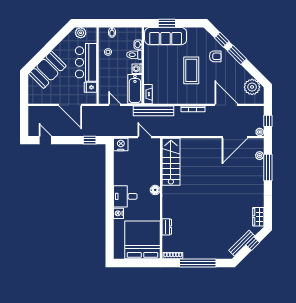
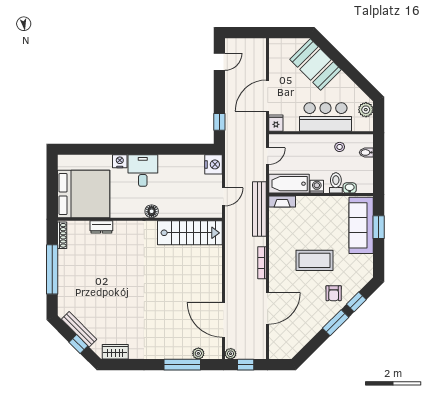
fridge: (90, 87) -> (276, 123), moved
plant: (252, 87) -> (292, 343), removed

